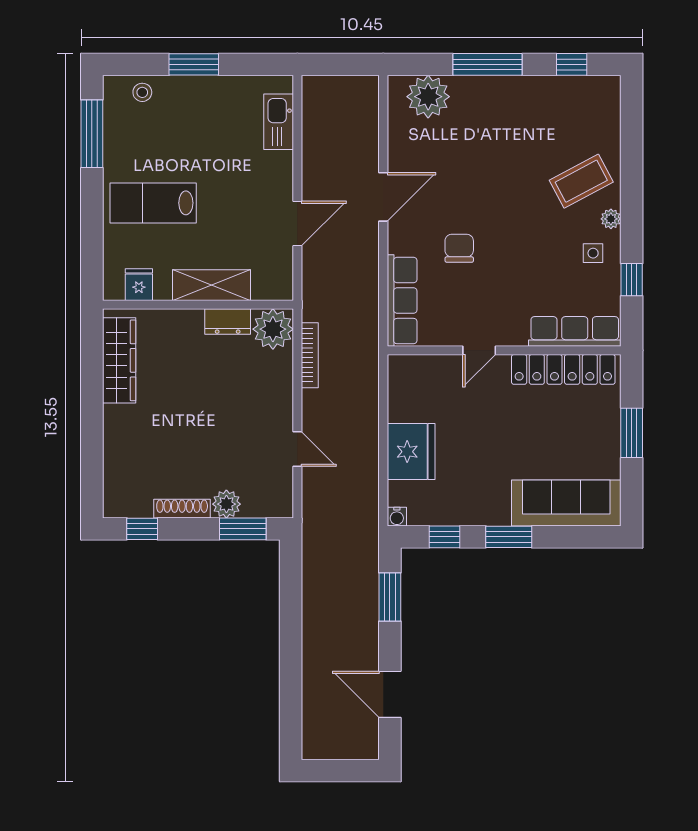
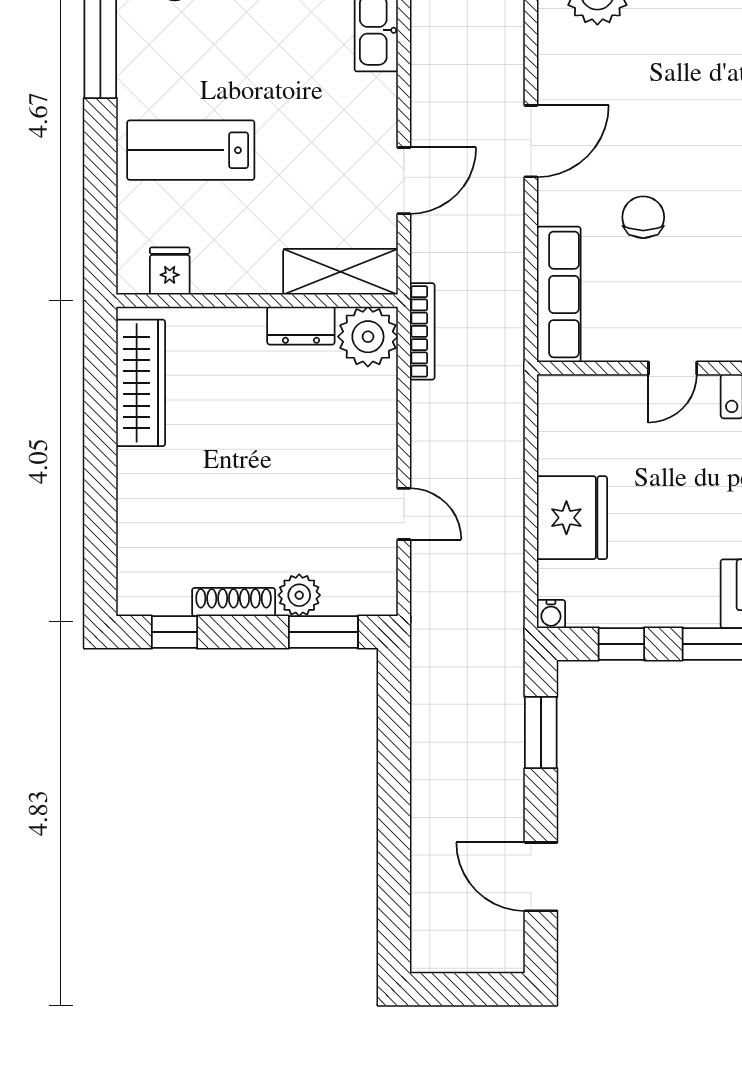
shelving: (211, 285) -> (341, 272), moved
bookcase: (310, 355) -> (422, 331), moved

